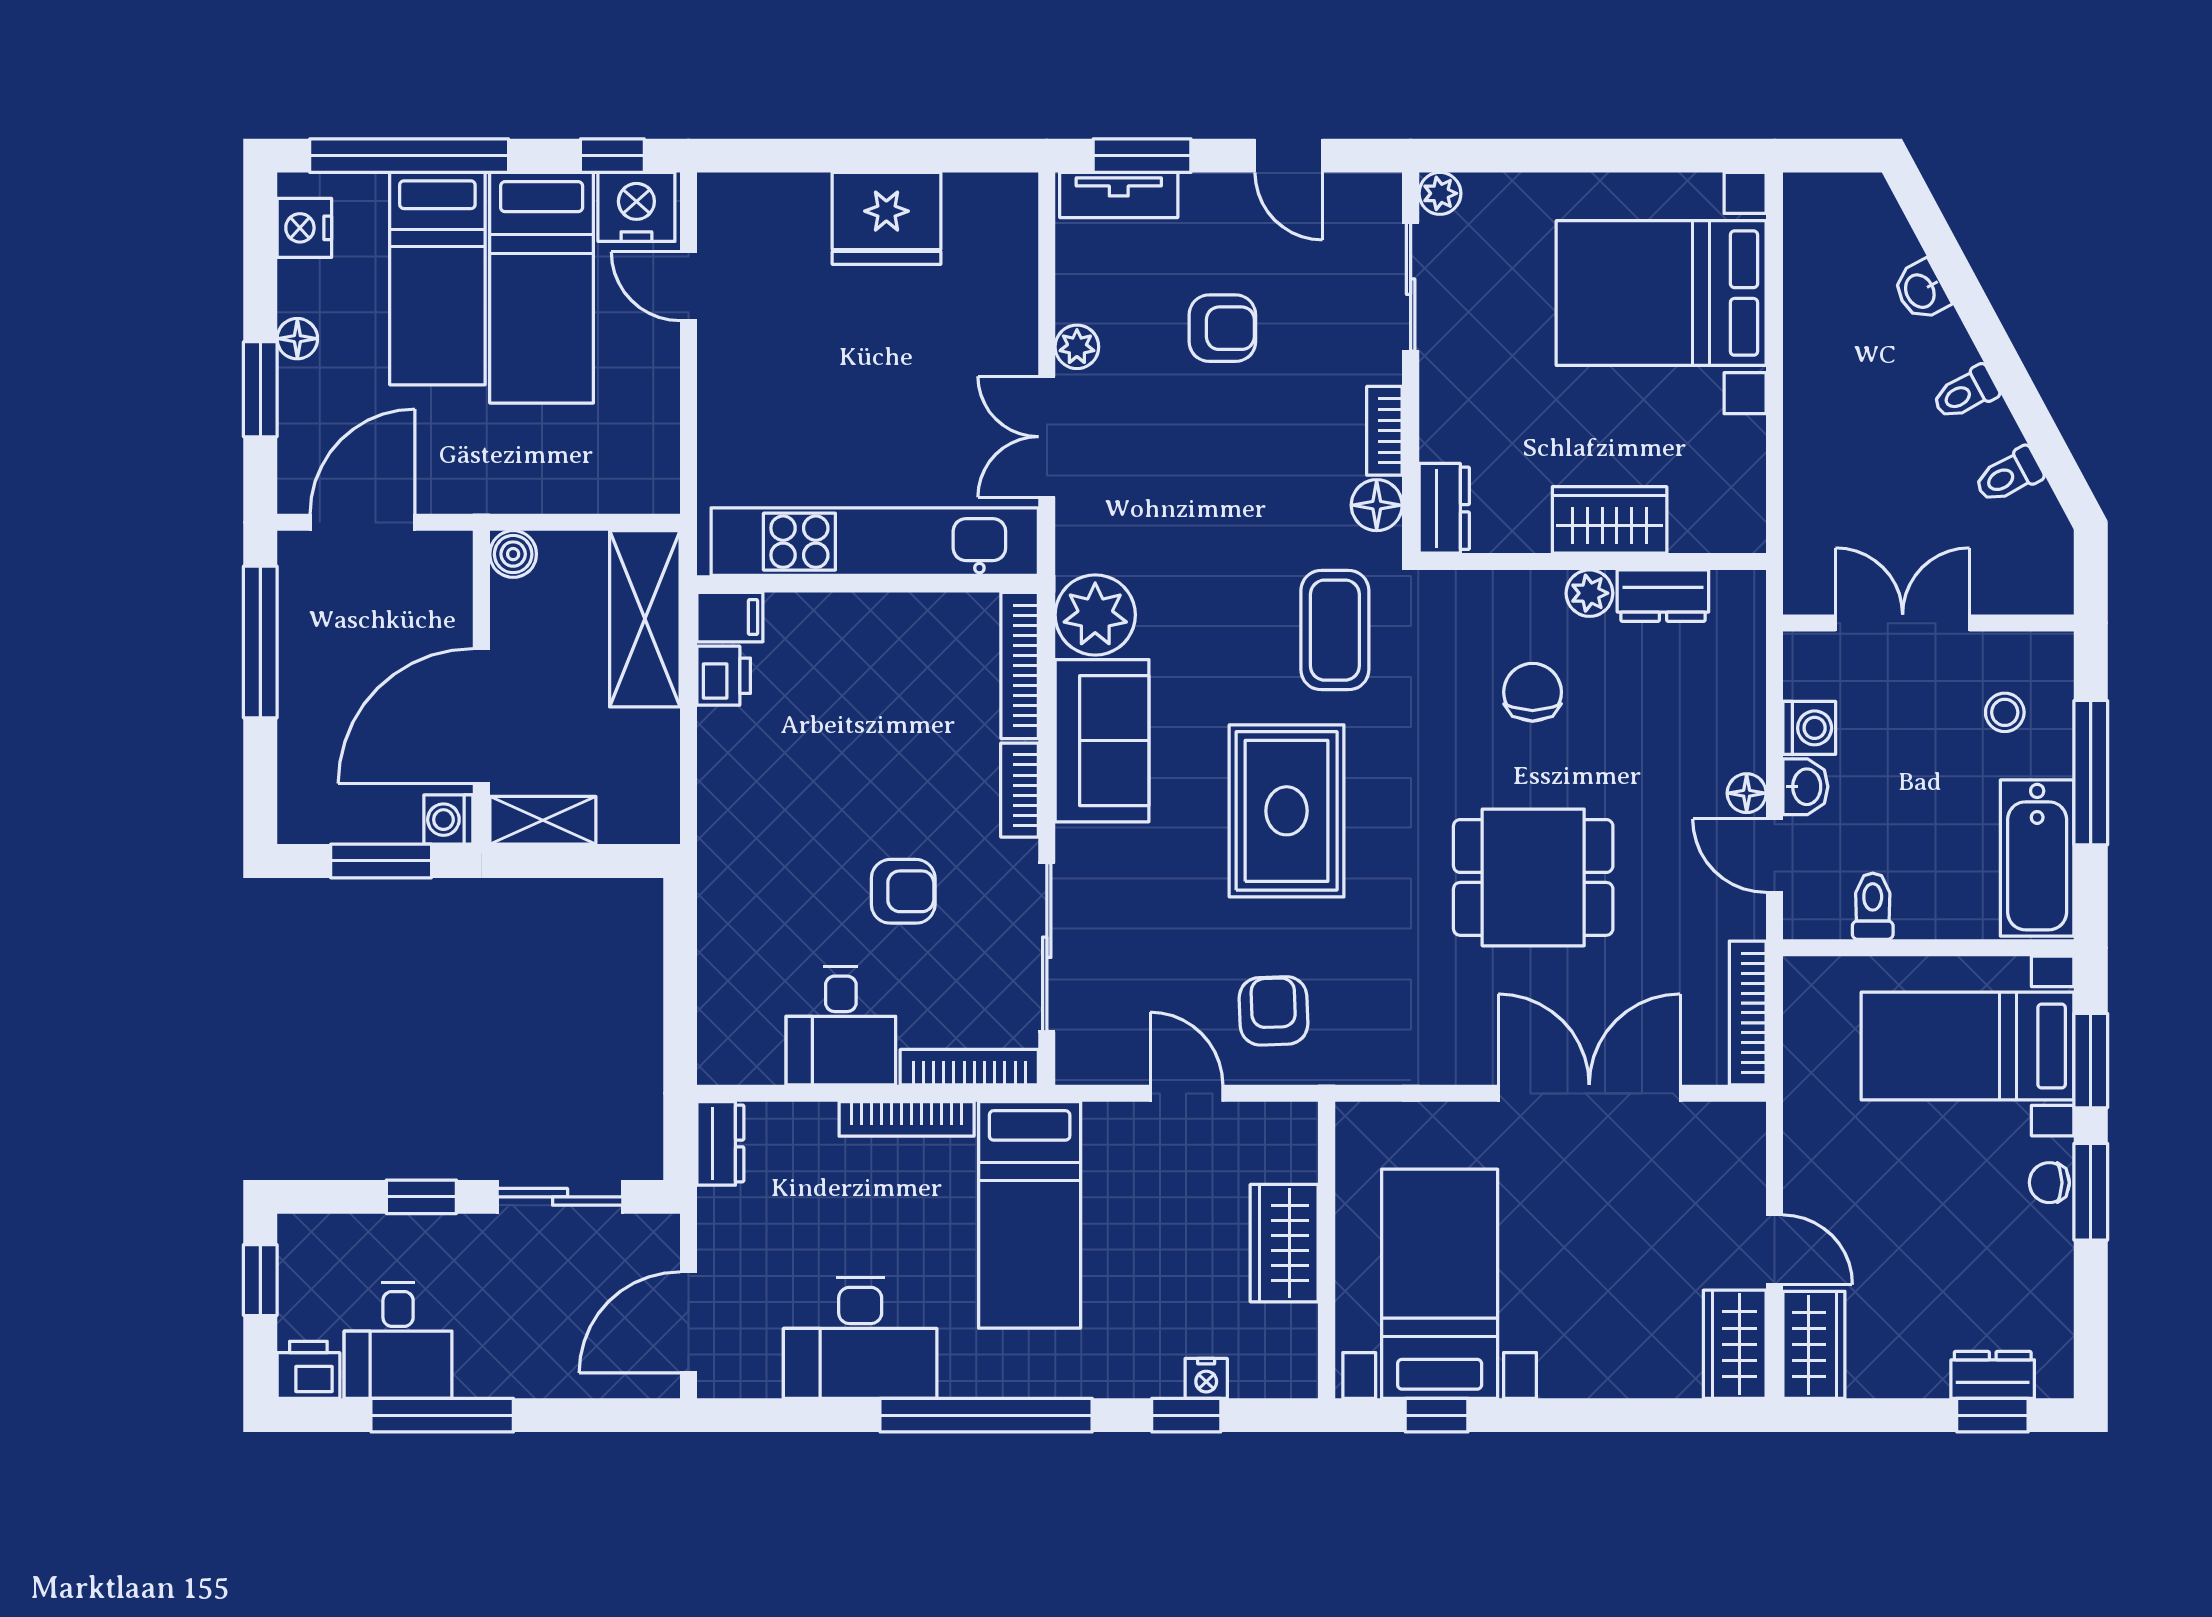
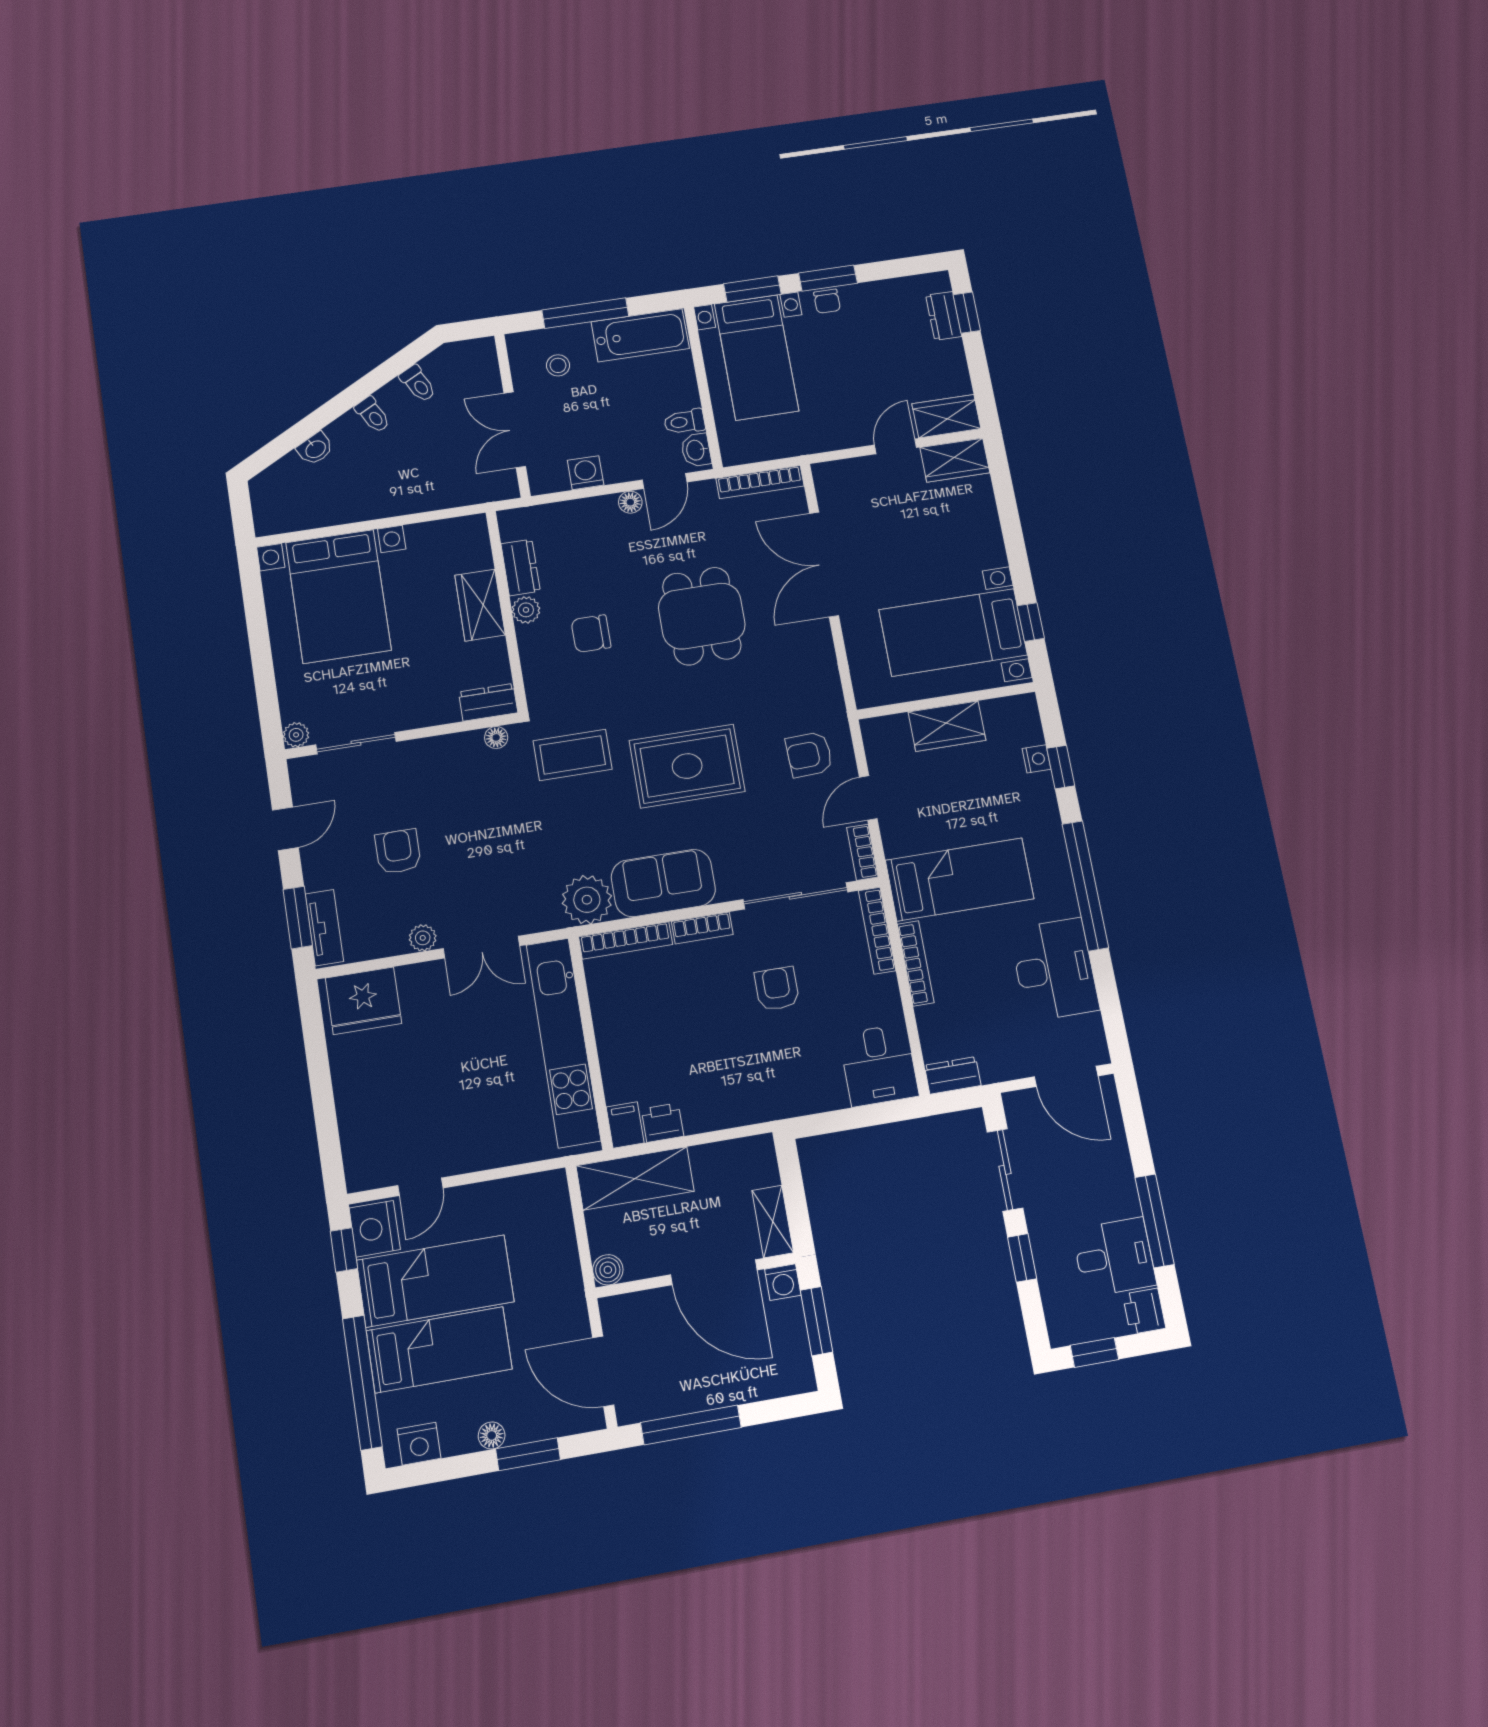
fridge: (886, 218) -> (364, 1001), moved, turned 90
bookcase: (1384, 431) -> (862, 852), moved, turned 90
floor lamp: (1377, 505) -> (496, 737), width x0.73, depth x0.73
washbasin: (1805, 787) -> (696, 450), moved, turned -90
desk: (841, 1026) -> (879, 1065), moved, turned 90

